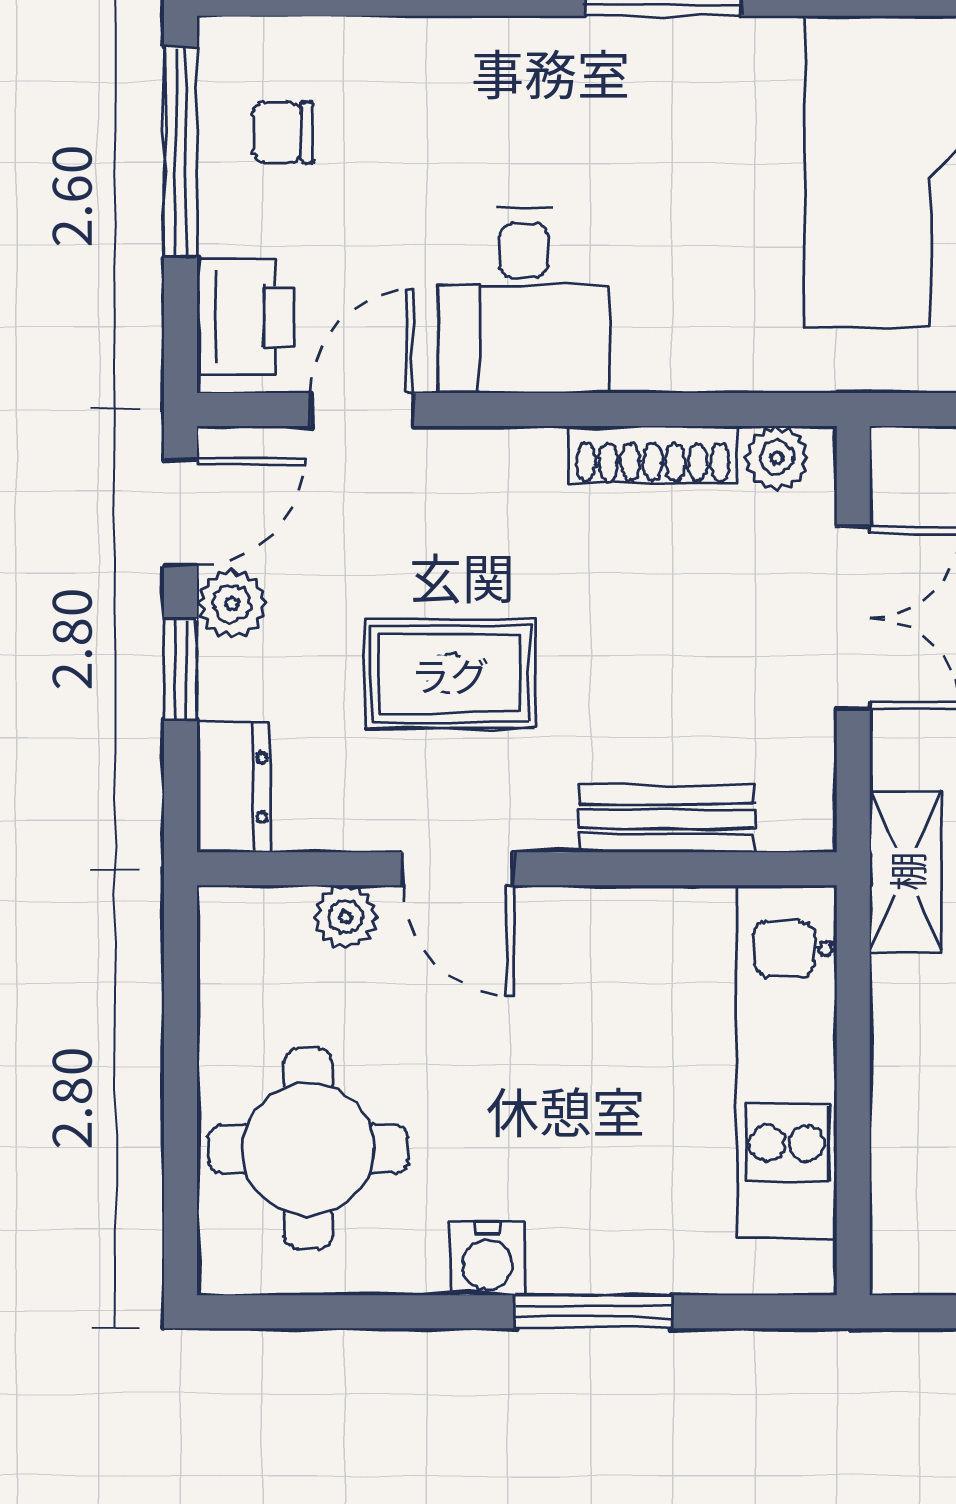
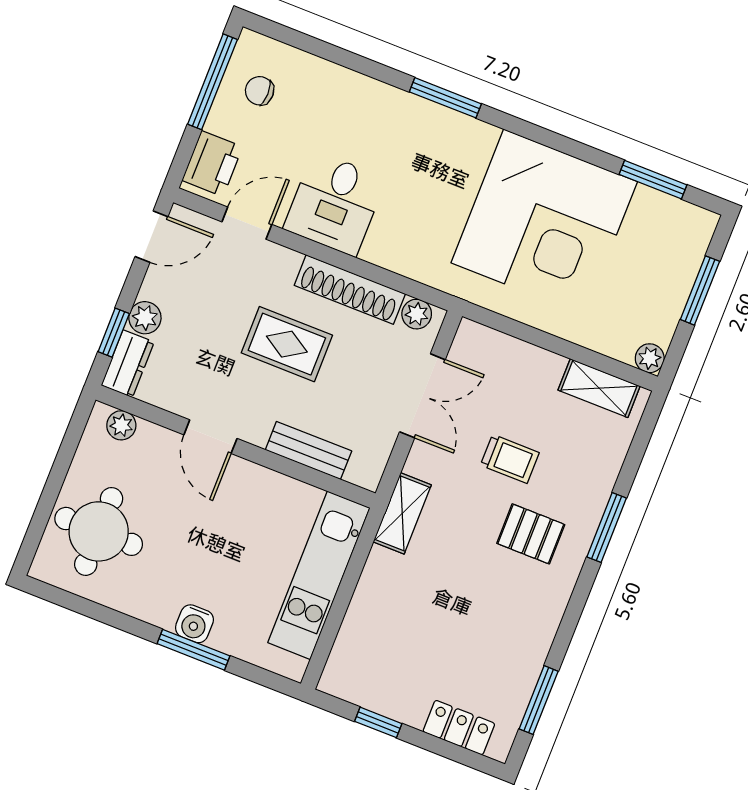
shoe rack: (653, 455) -> (350, 290), width x1.36, depth x1.24
plant: (232, 604) -> (145, 318), moved
window: (181, 669) -> (114, 333), moved
rug: (450, 674) -> (287, 344), moved
plant: (346, 917) -> (121, 425), moved
water cooler: (487, 1259) -> (194, 624), moved

